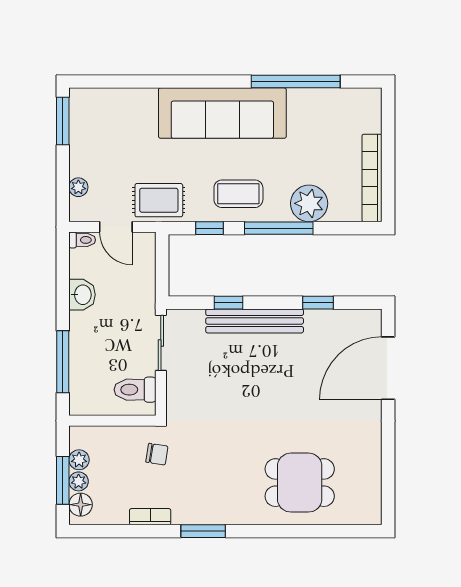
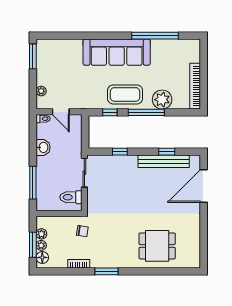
coffee table: (238, 194) -> (125, 94), width x1.36, depth x1.32
rug: (159, 200) -> (83, 98), removed
bench: (255, 321) -> (164, 161), moved

